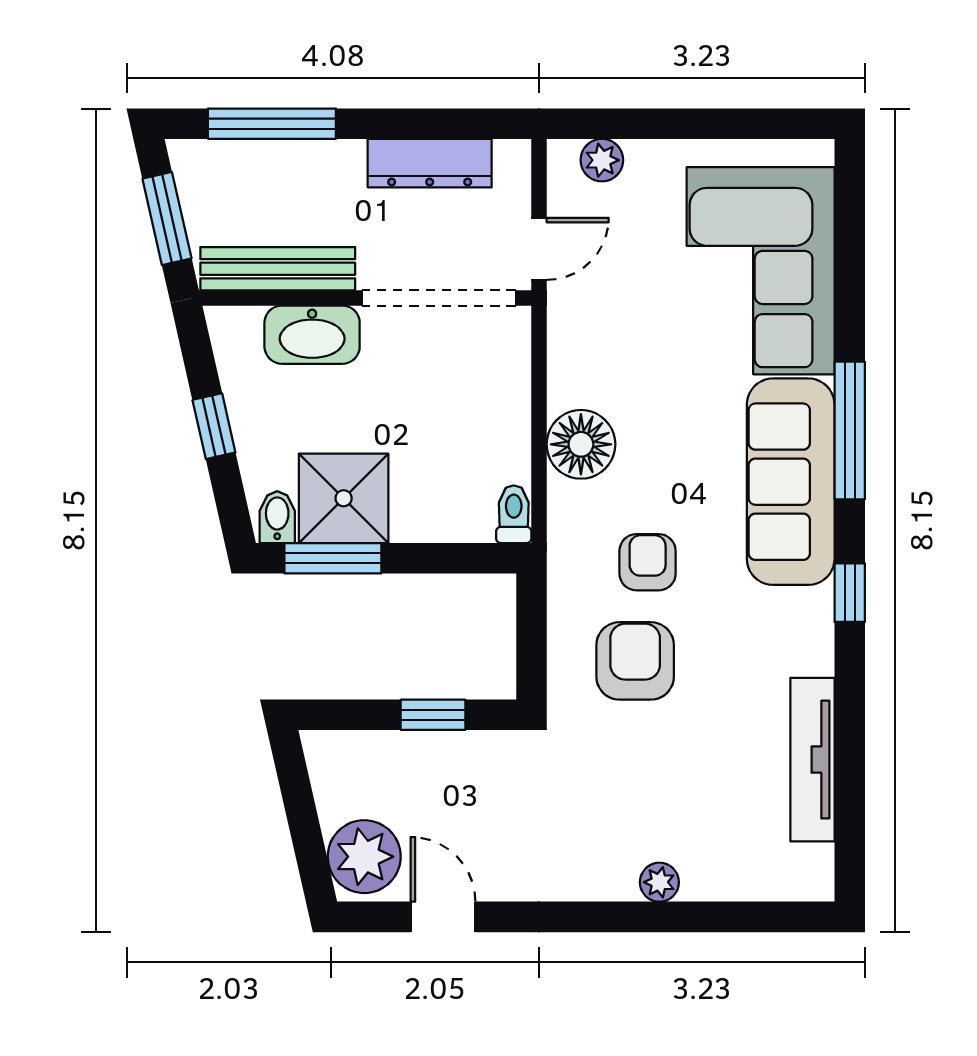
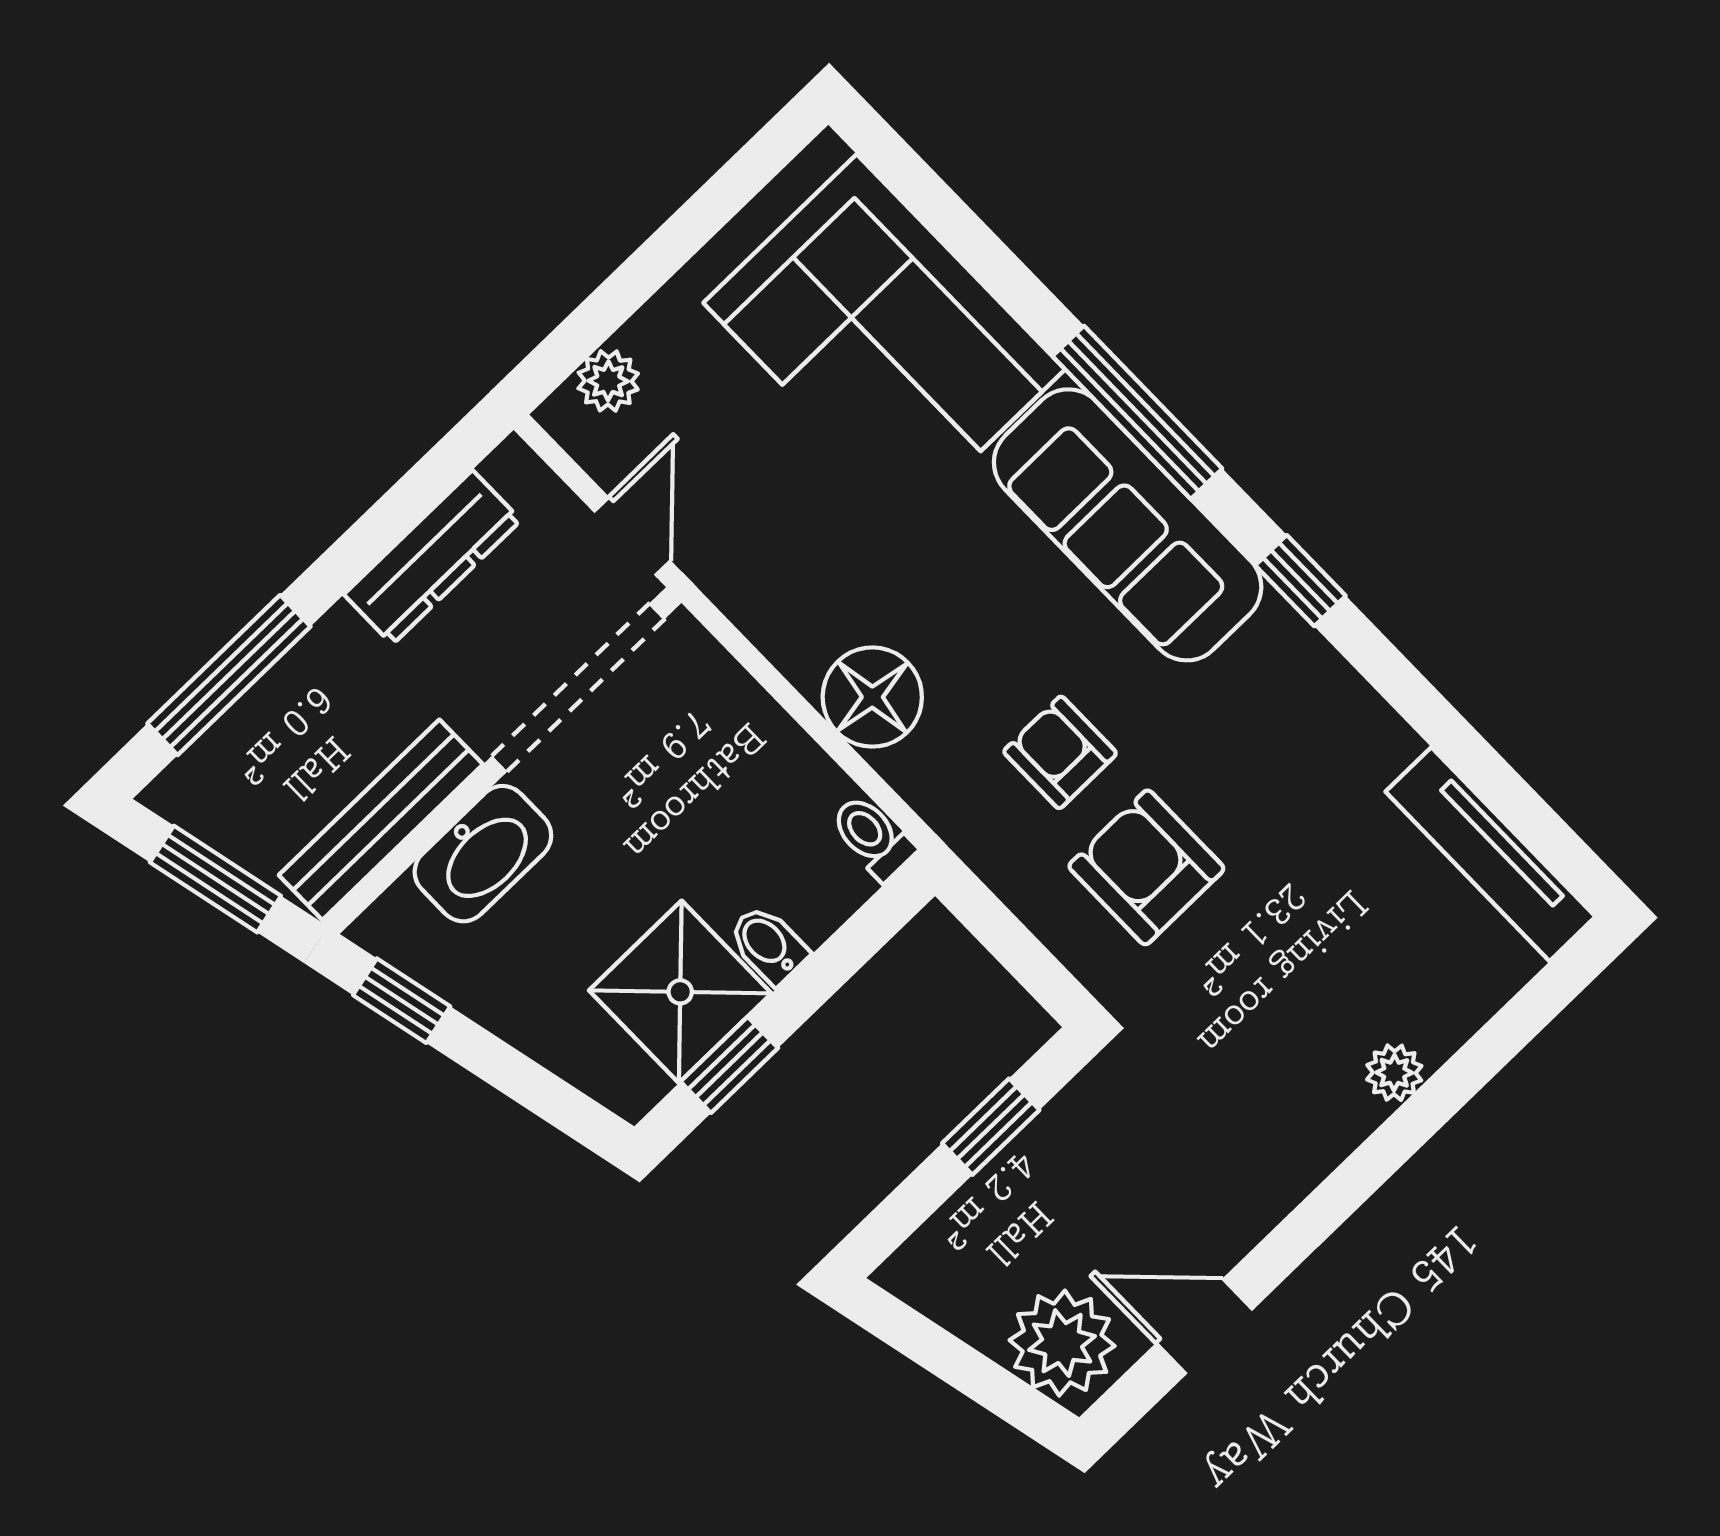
window: (214, 426) -> (402, 1001), moved
bidet: (277, 517) -> (768, 945), moved
window: (333, 558) -> (729, 1065), width x0.67
tv unit: (812, 760) -> (1490, 854), moved

